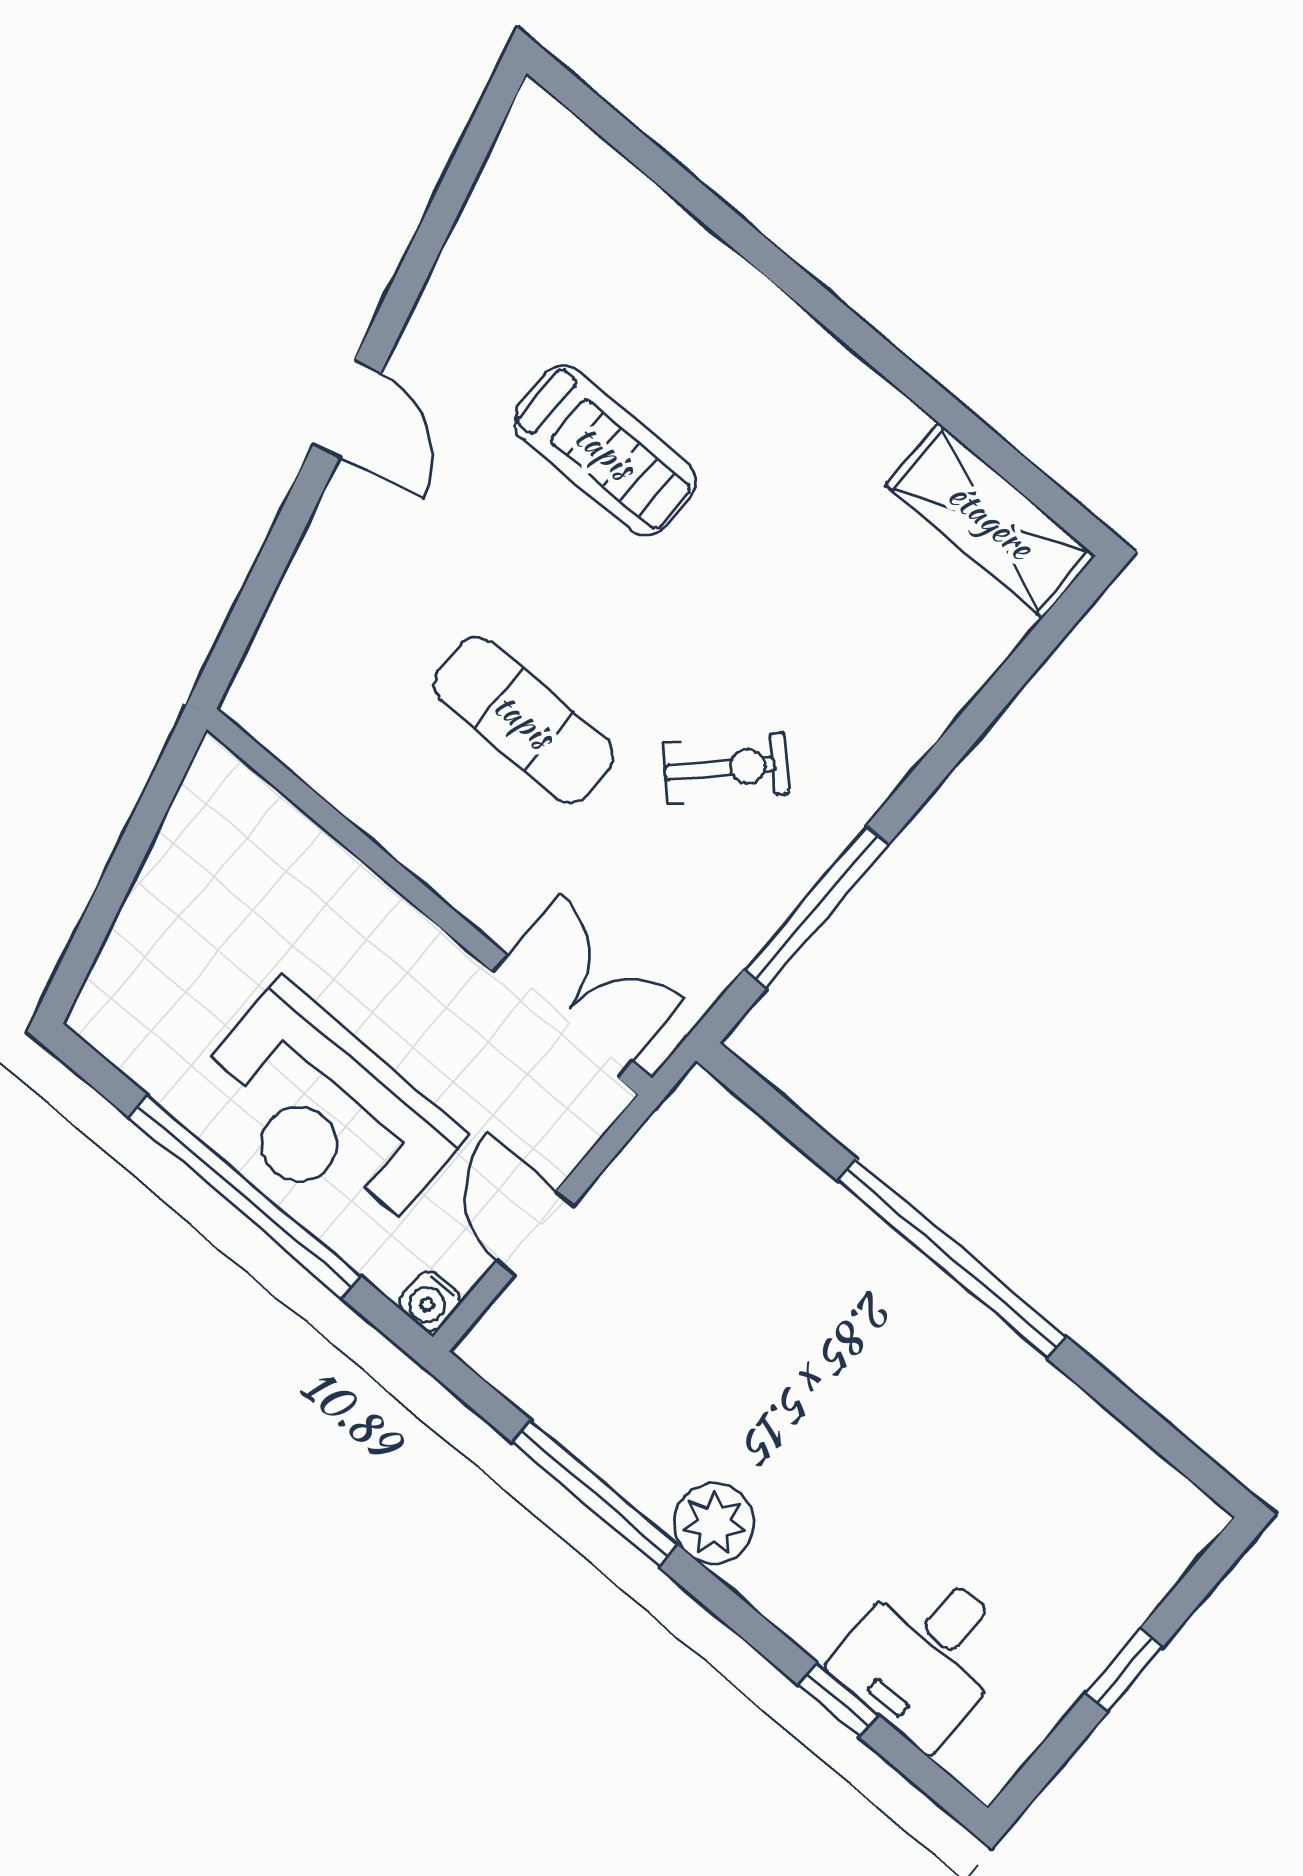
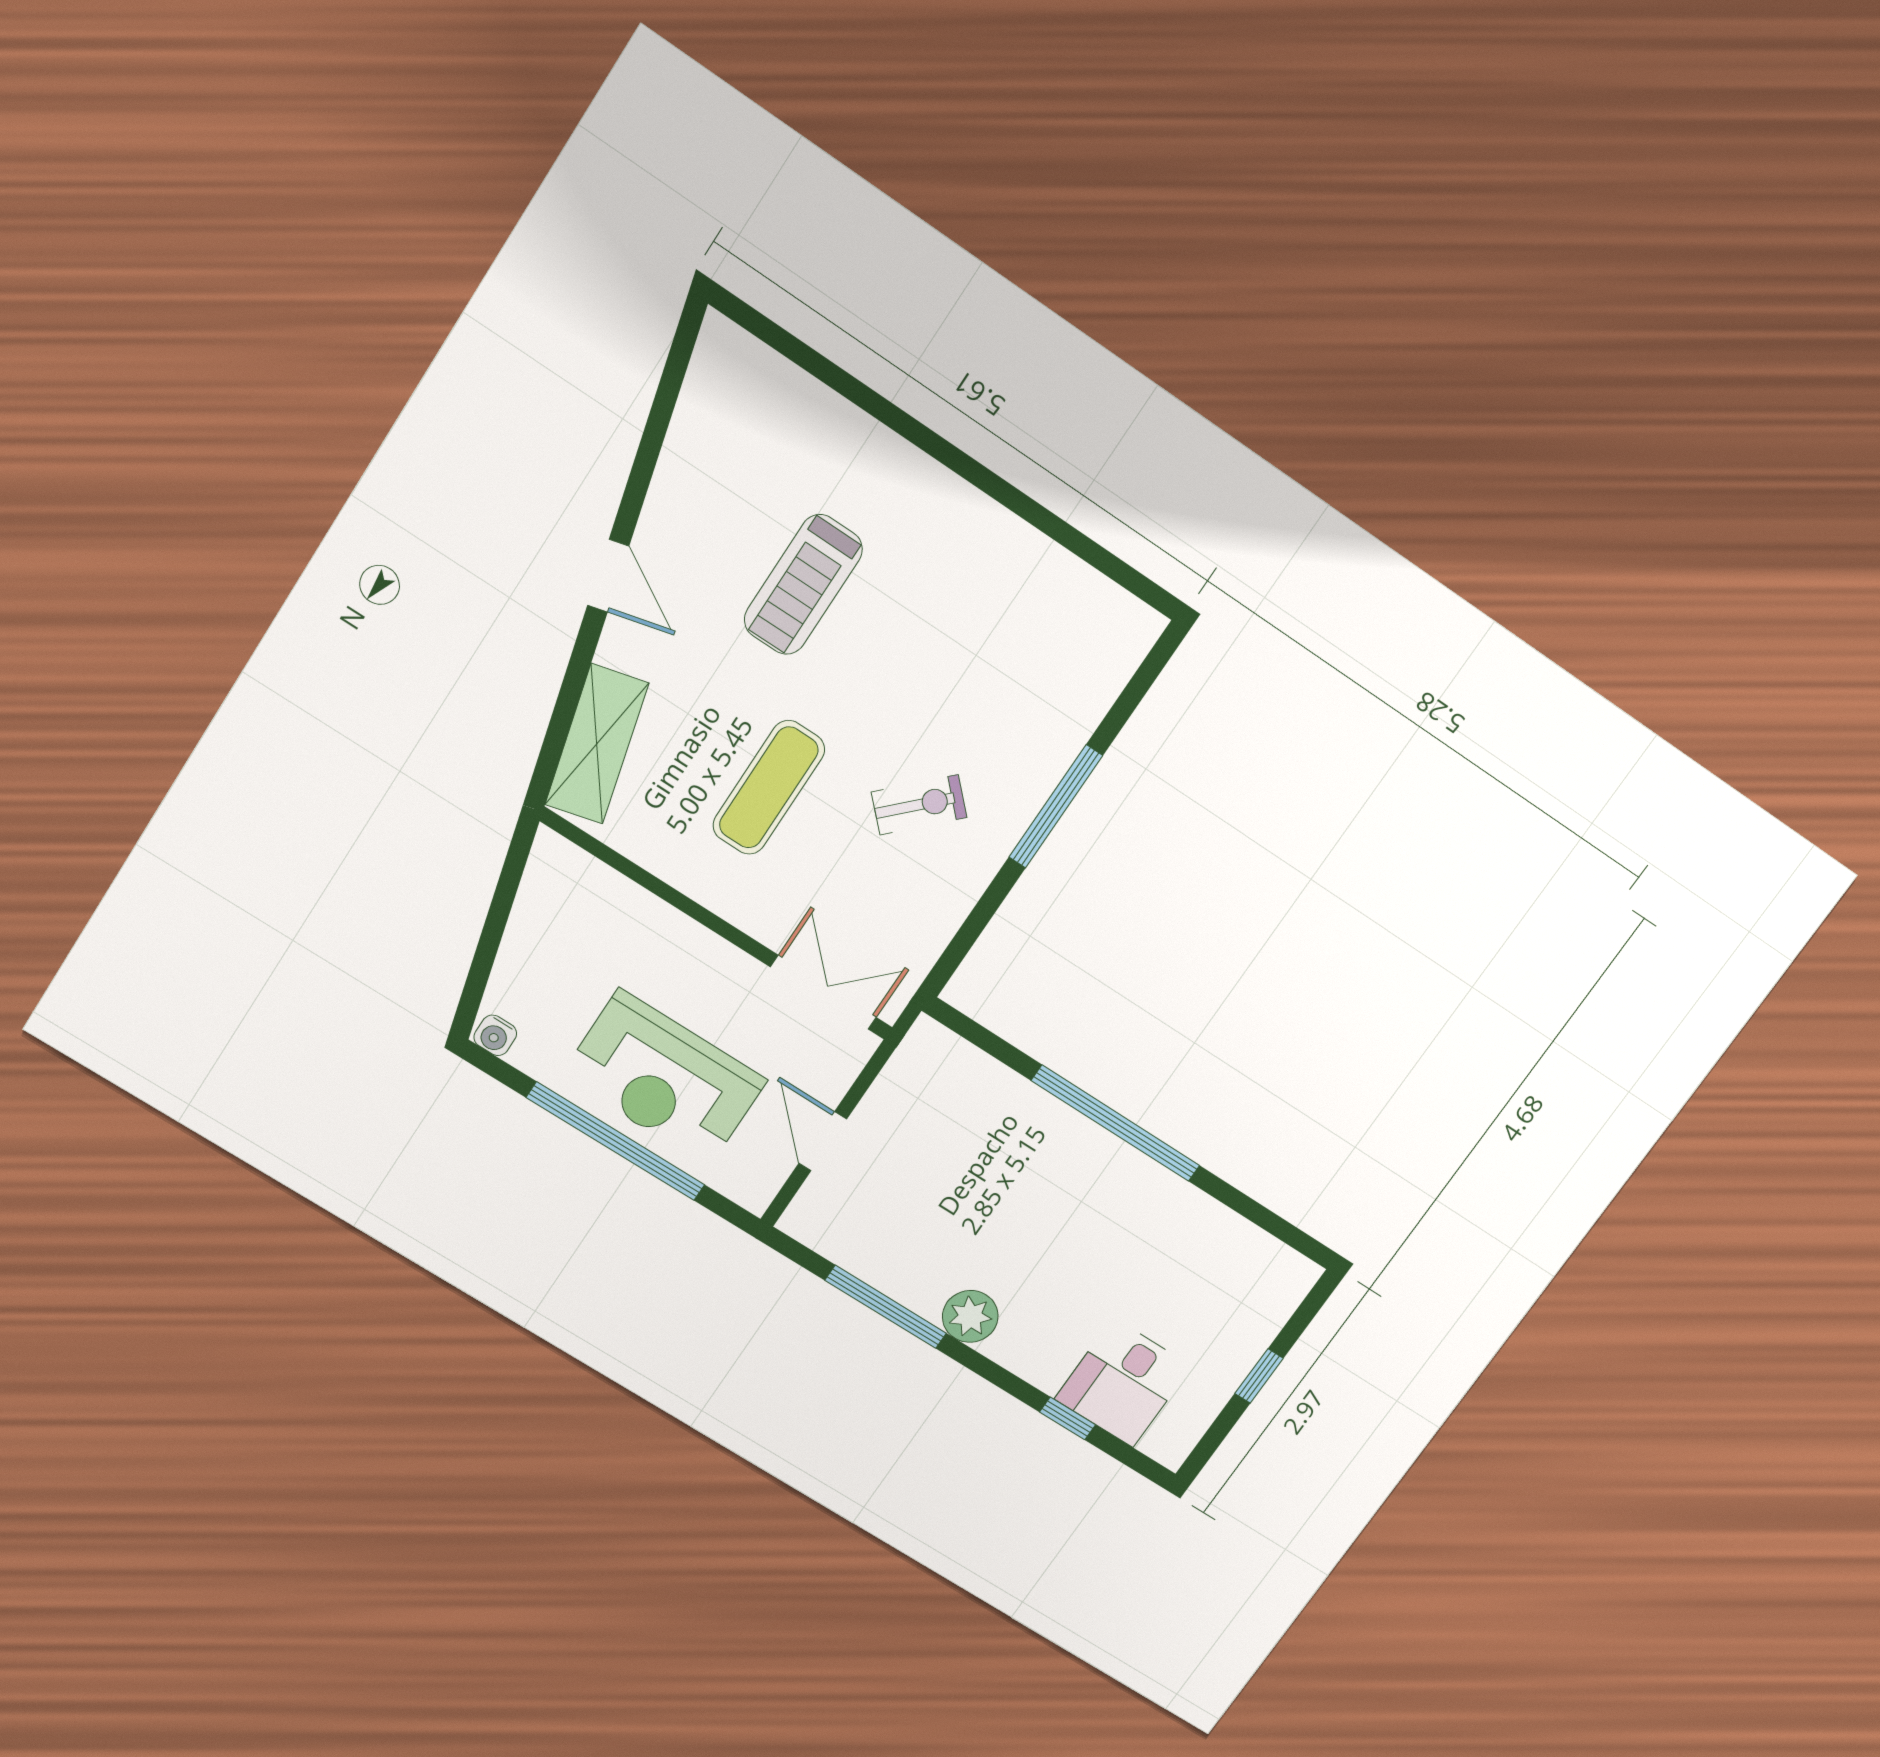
treadmill: (605, 451) -> (803, 585), turned 90
shelving: (991, 520) -> (597, 744), moved, turned 76
exercise mat: (524, 720) -> (769, 788), turned 90
window: (816, 907) -> (1056, 807), moved
water cooler: (430, 1302) -> (495, 1035), moved

